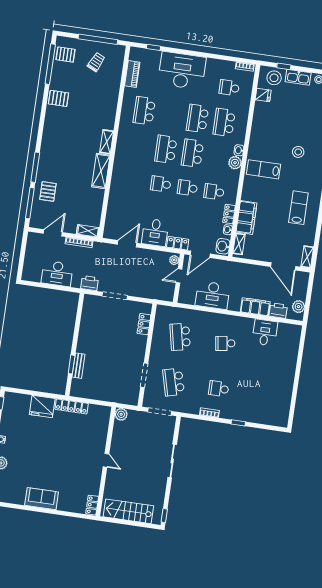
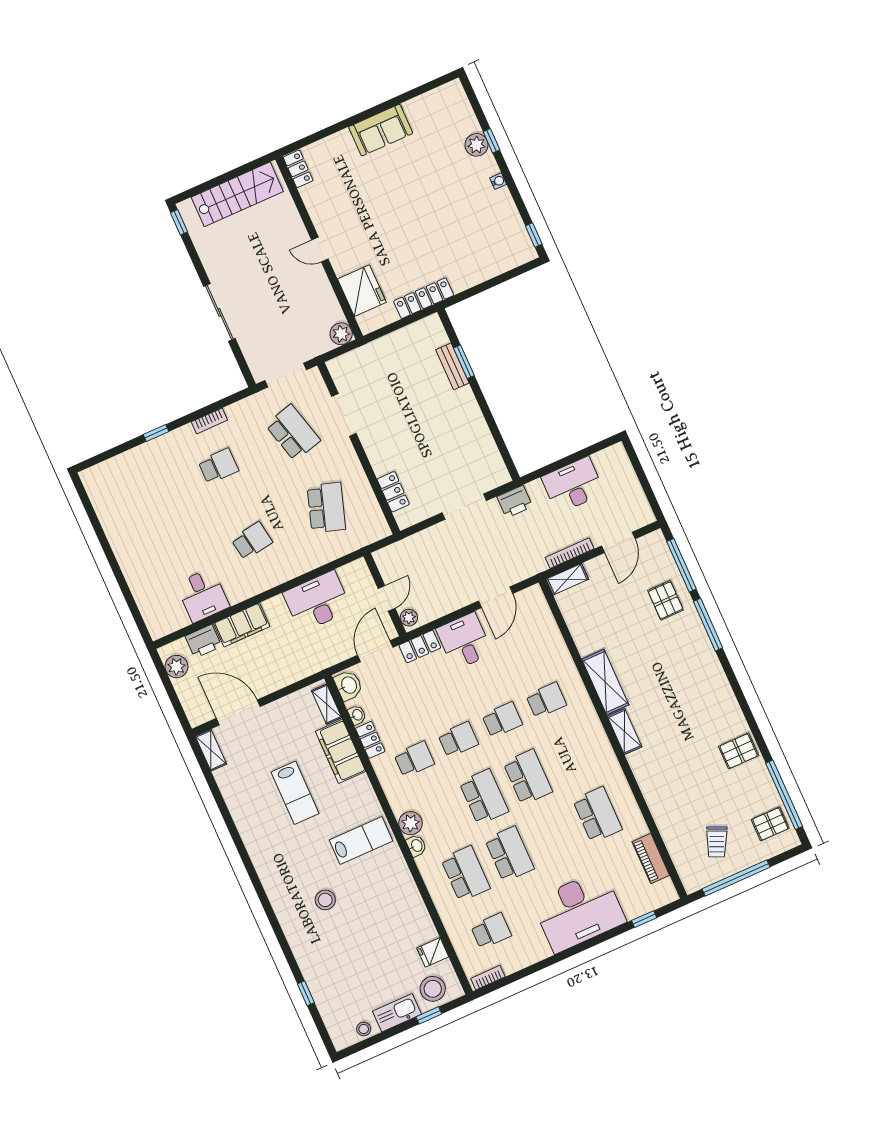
school desk: (134, 180) -> (546, 700), added
lab bench: (298, 208) -> (295, 793), moved
school desk: (180, 337) -> (326, 507), turned 30
fridge: (42, 406) -> (362, 291), moved, turned 90

